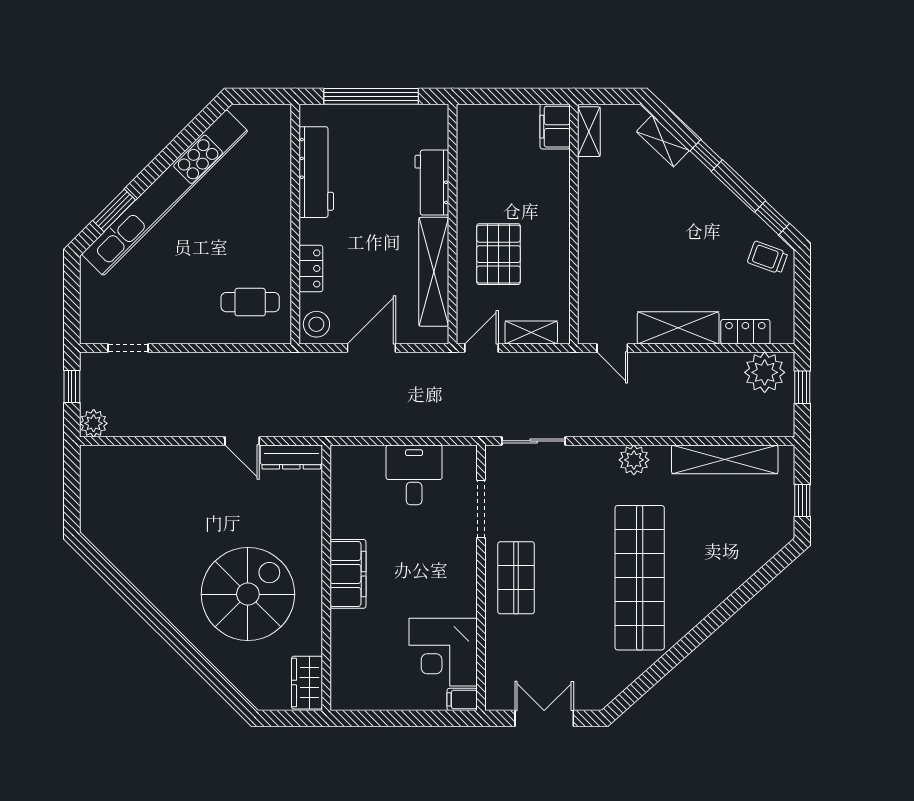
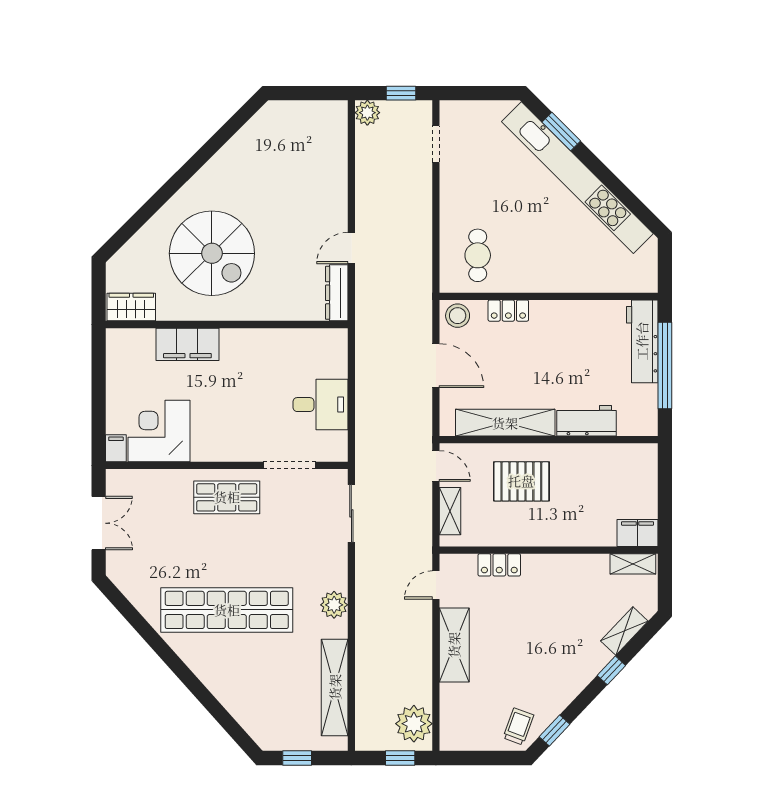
workbench: (316, 172) -> (642, 341), moved, turned 90
locker: (745, 332) -> (499, 565), moved, turned 90
filing cabinet: (348, 574) -> (187, 344), moved

